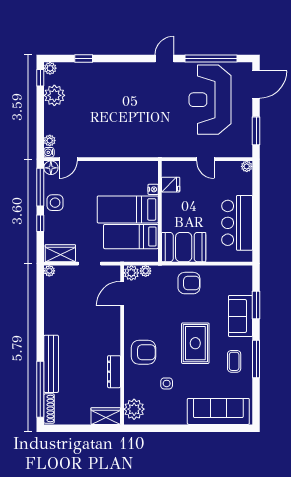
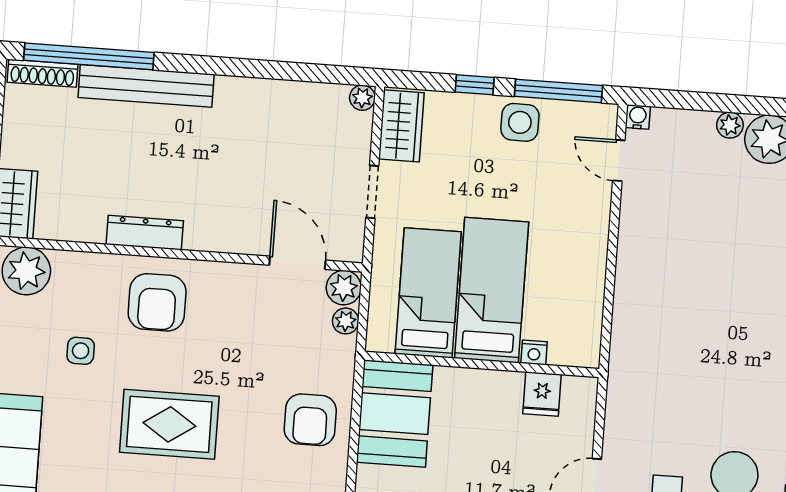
plant: (50, 141) -> (730, 125), moved
floor lamp: (51, 168) -> (602, 119), removed
dresser: (114, 372) -> (145, 233), moved

